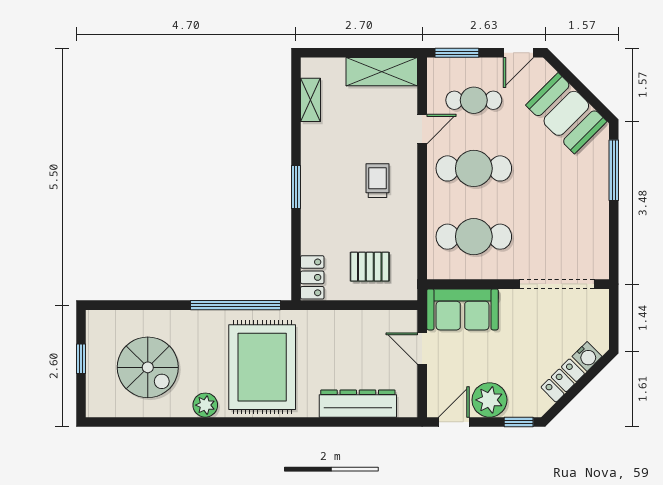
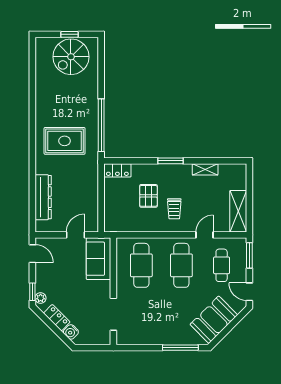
shelving: (310, 100) -> (205, 169), moved
door: (422, 129) -> (205, 235), swing flipped
trolley: (378, 181) -> (174, 209), turned 90
pallet: (370, 267) -> (148, 196), moved
doorway: (557, 284) -> (113, 314), width x0.73
spiral stairs: (148, 367) -> (71, 57), moved
rug: (262, 367) -> (65, 141), width x0.73, depth x0.69
plant: (489, 400) -> (41, 298), moved, width x0.53, depth x0.53
plant: (205, 405) -> (42, 107), removed

